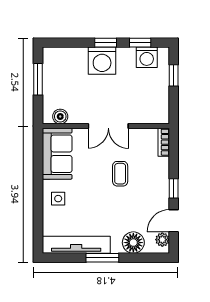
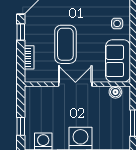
bookcase: (164, 142) -> (29, 57), moved
coffee table: (120, 174) -> (65, 44), width x1.86, depth x1.72

